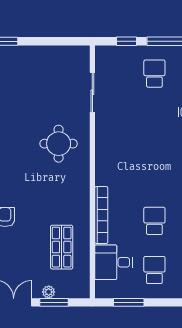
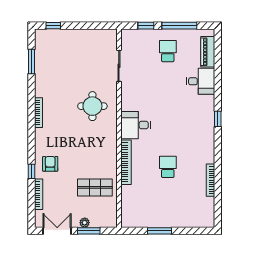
shop shelf: (62, 247) -> (95, 187), turned 90
desk: (114, 262) -> (136, 125), moved
school desk: (154, 270) -> (168, 205), removed
window: (129, 302) -> (159, 231), moved

